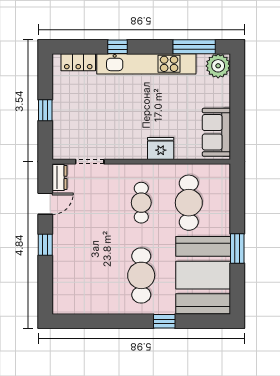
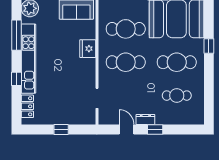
window: (194, 47) -> (16, 35), moved
dresser: (60, 177) -> (145, 119), moved
cafe table: (141, 203) -> (126, 62), width x1.37, depth x1.35
cafe table: (94, 275) -> (177, 96), added

